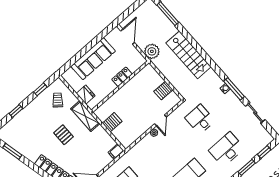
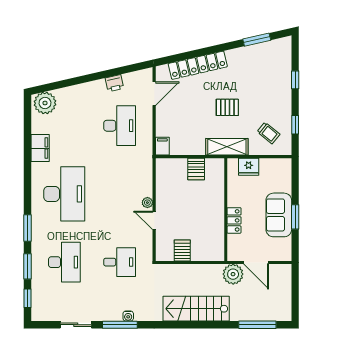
door: (128, 37) -> (256, 262), moved
window: (91, 45) -> (295, 217), added
sofa: (93, 59) -> (279, 215), width x0.73

